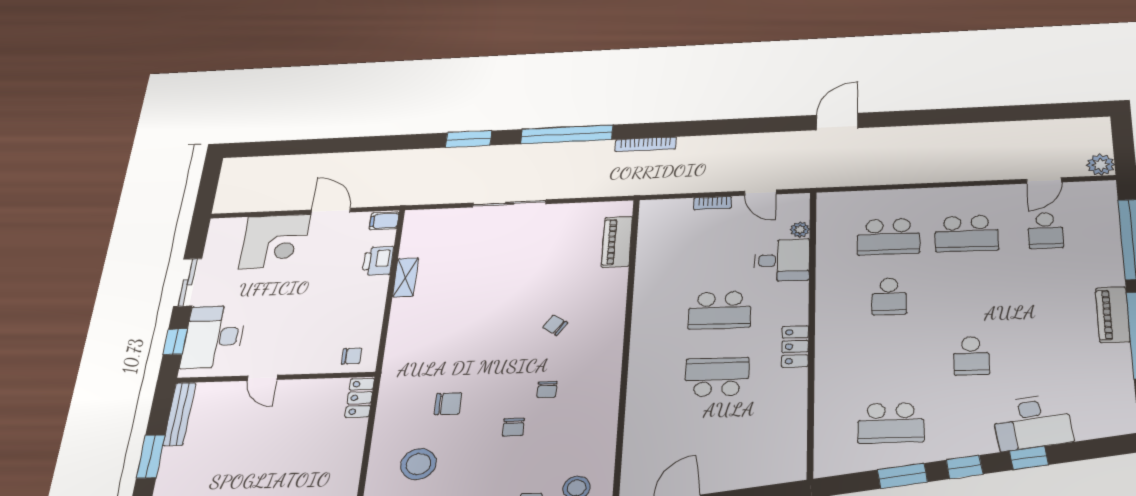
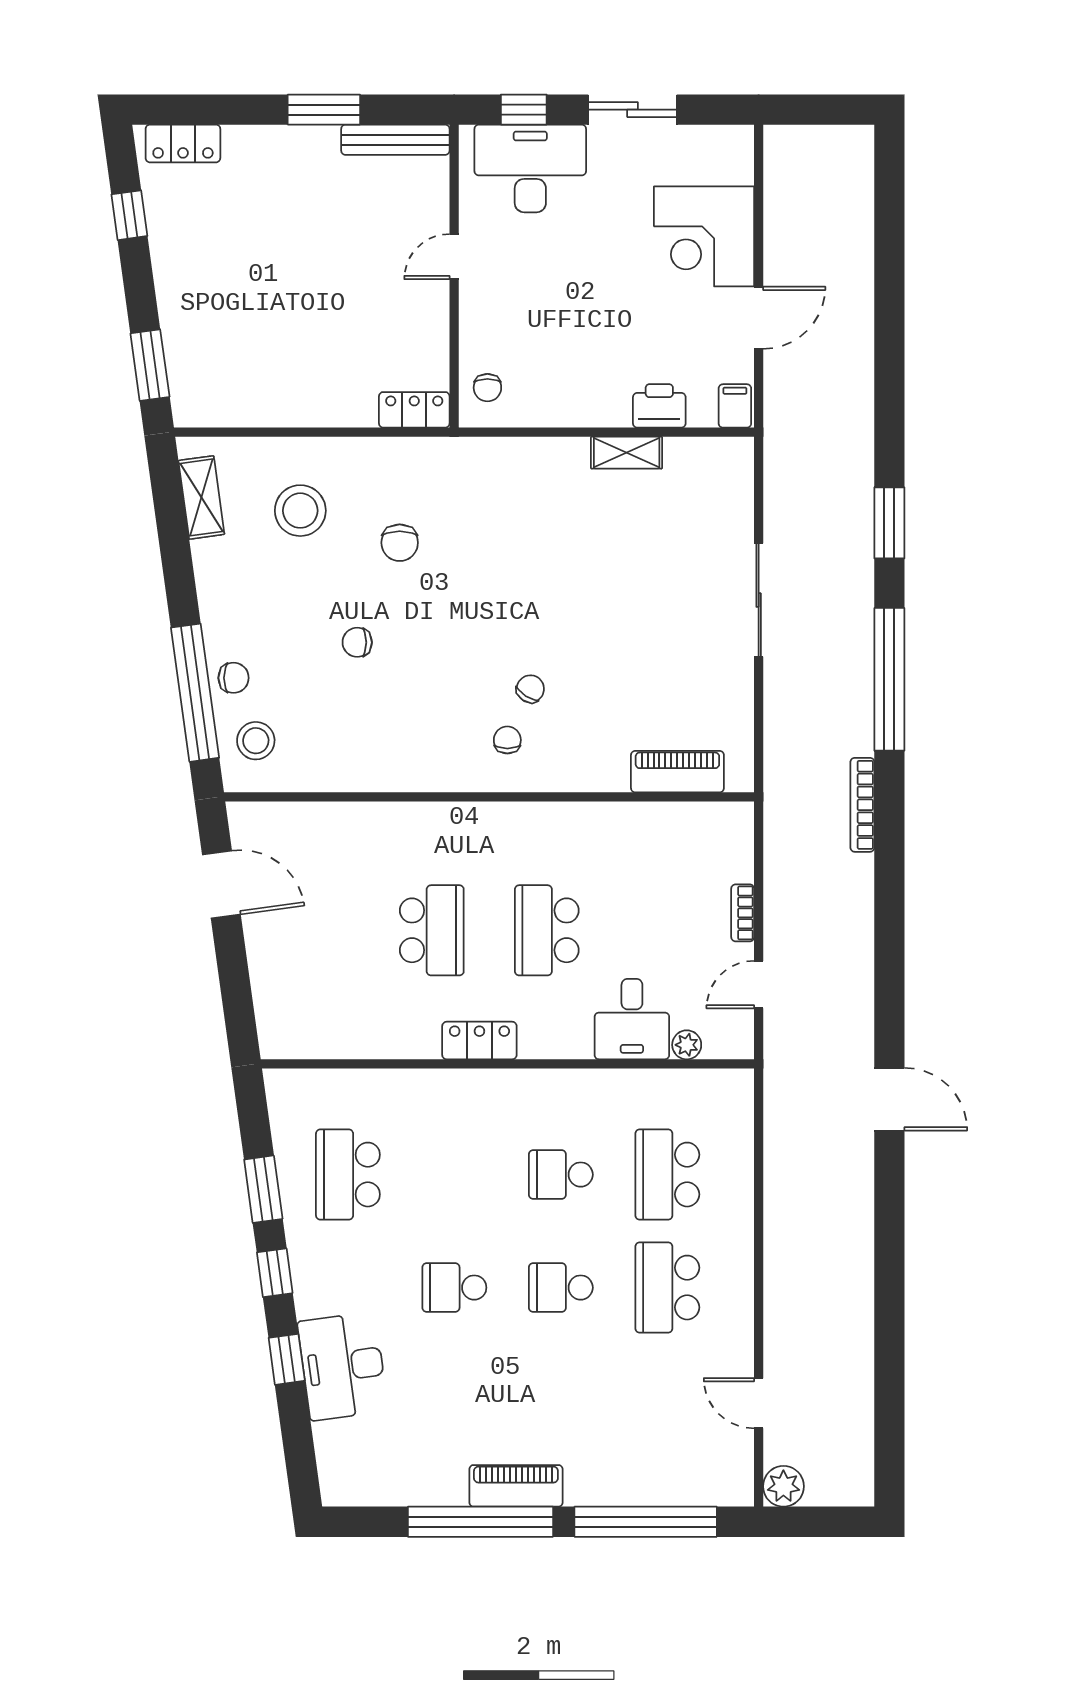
school desk: (1045, 230) -> (561, 1288), moved
chair: (547, 390) -> (507, 740), moved, turned 90

